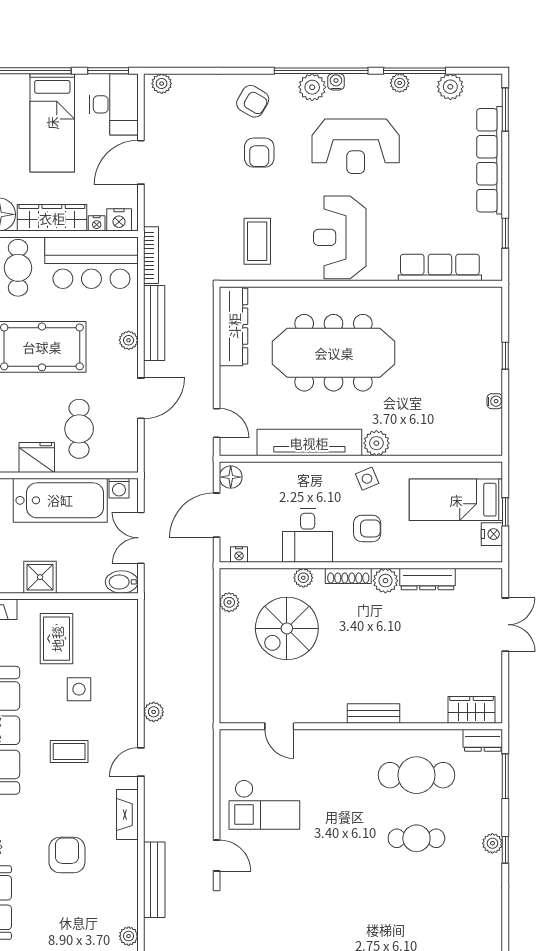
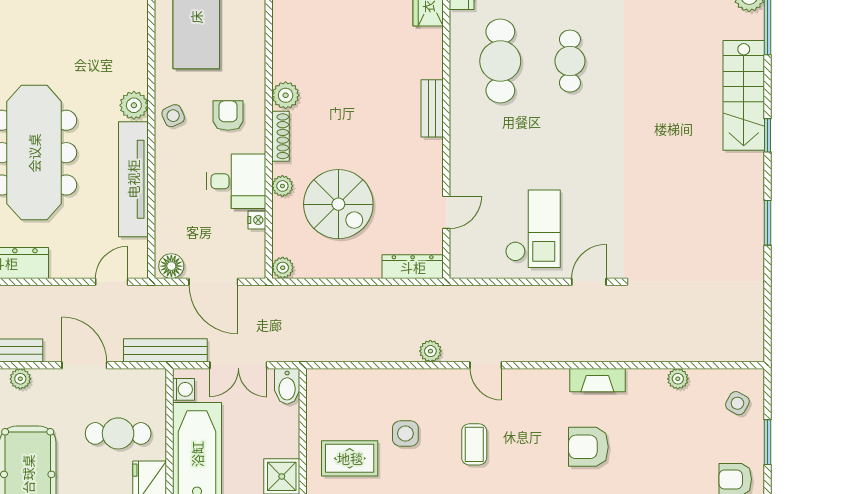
nightstand: (239, 555) -> (257, 220), moved
dresser: (428, 579) -> (413, 267), moved, turned -90
plant: (229, 602) -> (283, 268), moved
fireplace: (127, 815) -> (597, 380), moved
bench: (154, 880) -> (165, 350), moved

